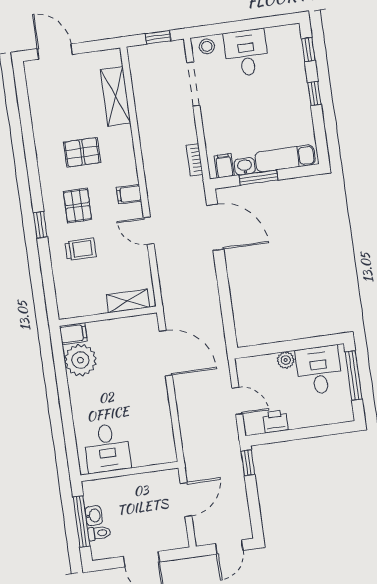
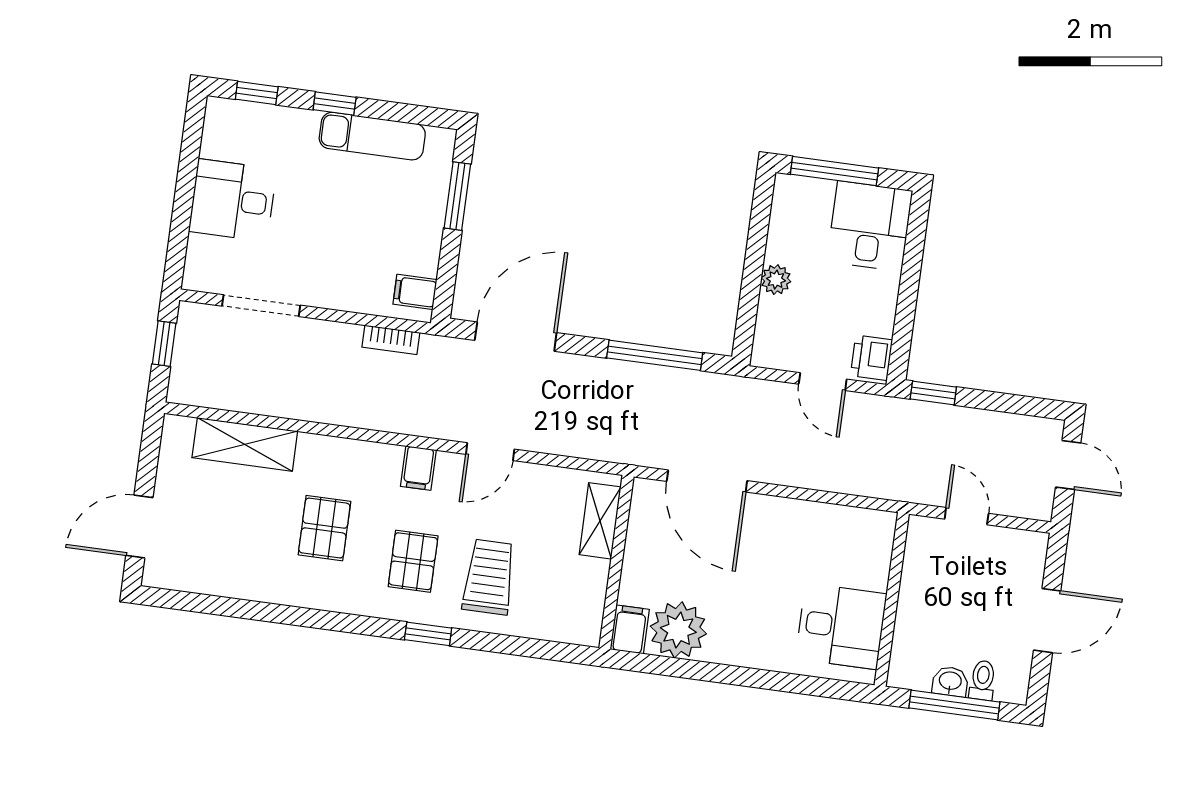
stool: (207, 46) -> (203, 265), removed
exam couch: (285, 158) -> (372, 136), moved, turned -90
washbasin: (245, 166) -> (426, 257), removed
window: (258, 178) -> (457, 196), moved
pallet: (78, 206) -> (413, 561), turned 90
trolley: (80, 249) -> (489, 577), width x1.36, depth x1.39
window: (226, 306) -> (655, 355), added
door: (166, 353) -> (707, 481), swing flipped
desk: (319, 370) -> (870, 226), moved, turned 90
door: (237, 401) -> (823, 382), swing flipped
printer: (275, 421) -> (872, 358), moved
door: (186, 500) -> (967, 516), width x0.73

